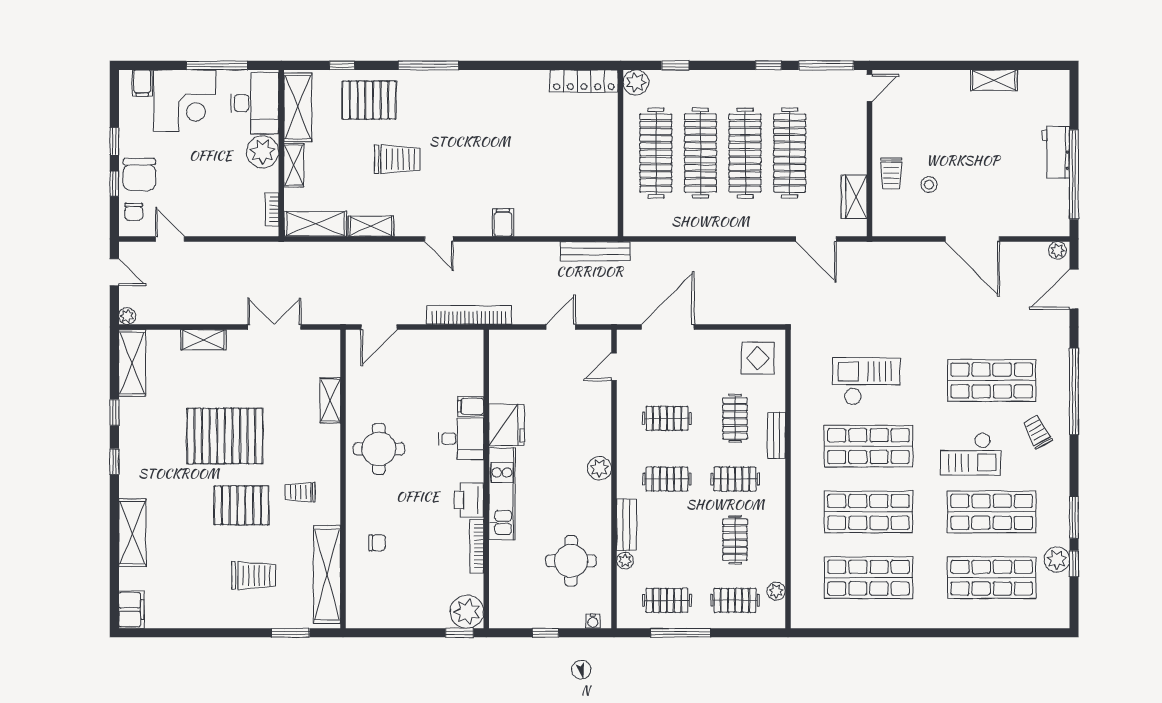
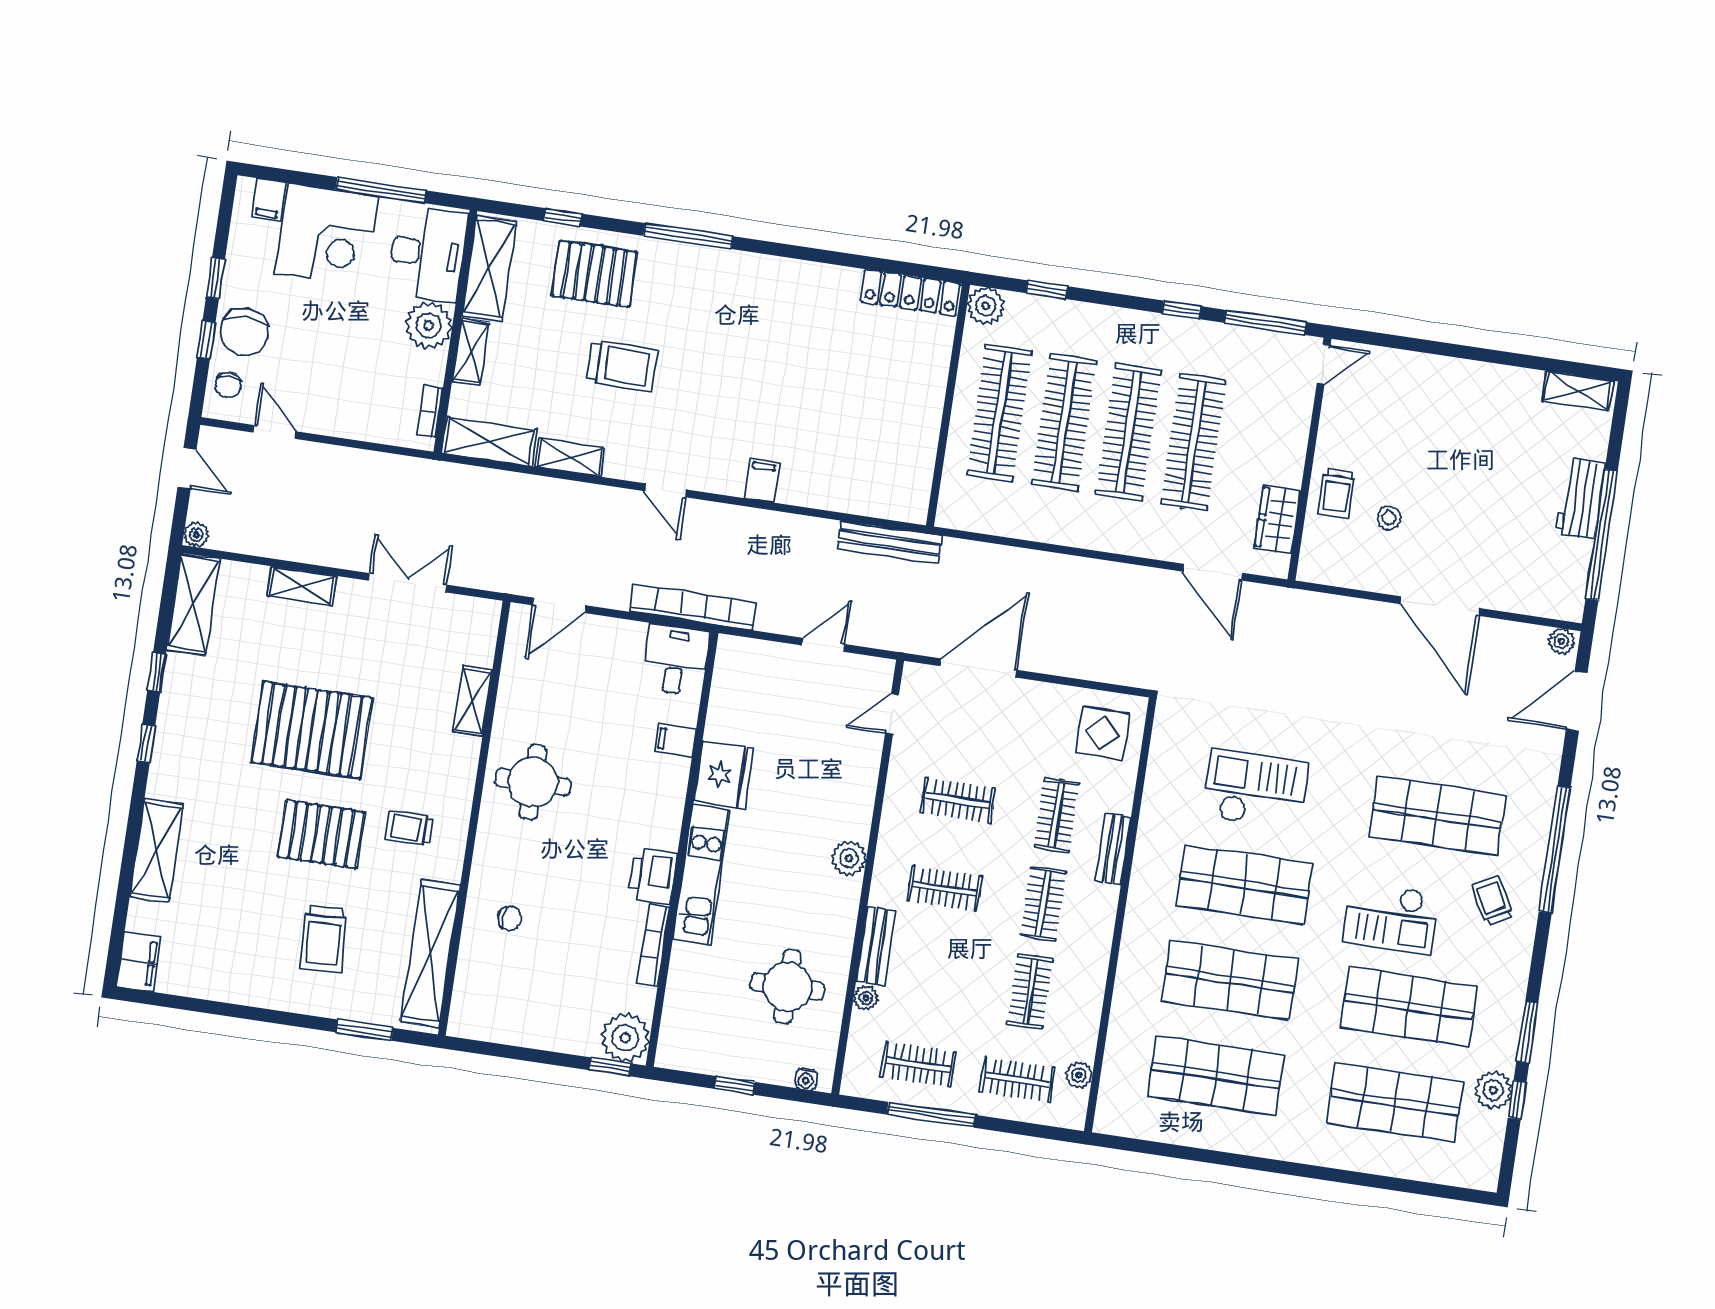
shelving: (994, 80) -> (1578, 391), moved
desk: (461, 439) -> (675, 660), moved, turned -90
clothes rail: (735, 479) -> (1043, 903), turned 90
trolley: (254, 575) -> (324, 939), turned 87

